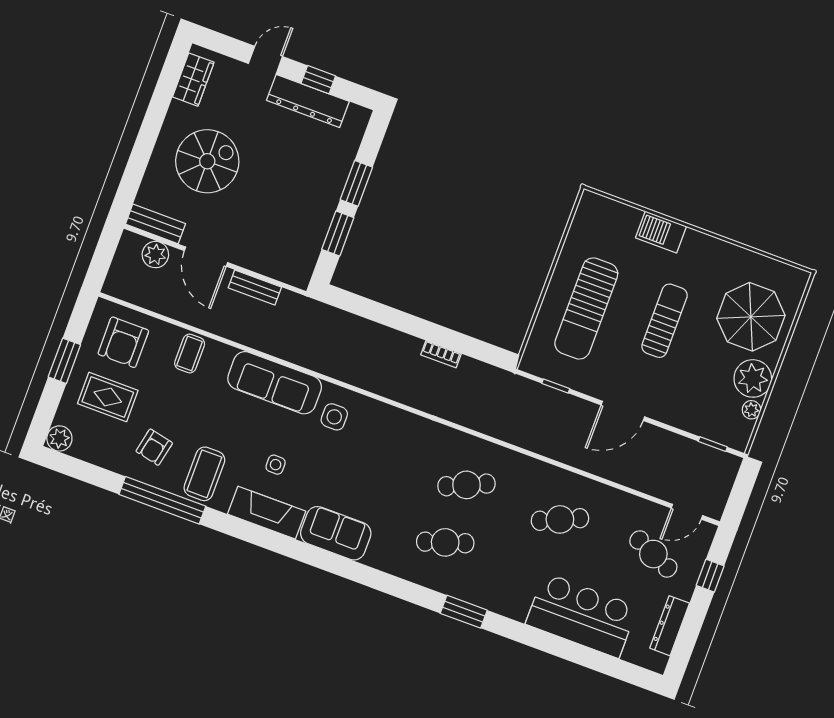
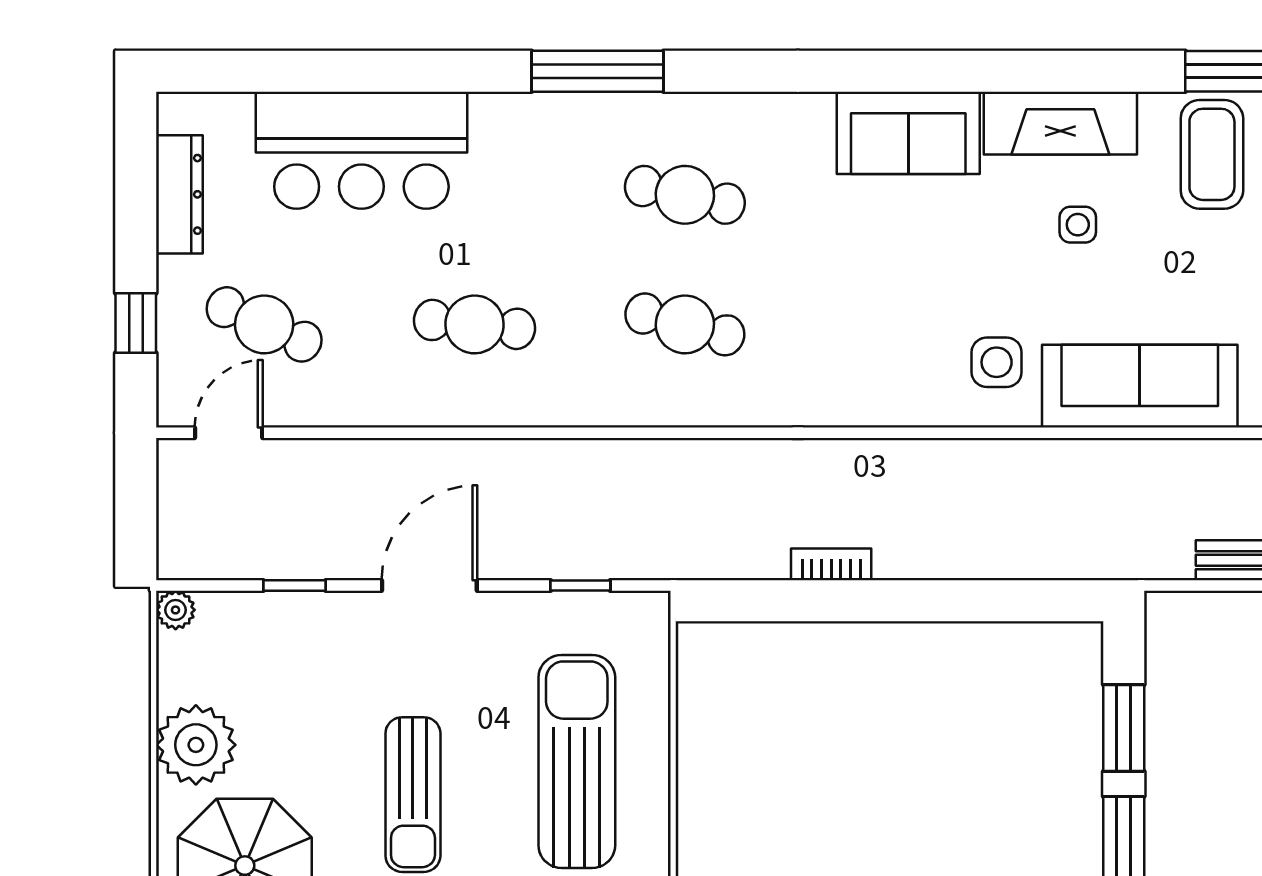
plant: (751, 410) -> (176, 610), moved
window: (713, 444) -> (295, 586), moved
cafe table: (466, 485) -> (685, 324), turned 39
cafe table: (560, 519) -> (474, 324), turned 30
cafe table: (445, 542) -> (685, 195), turned 30
window: (464, 612) -> (598, 71), width x1.44

